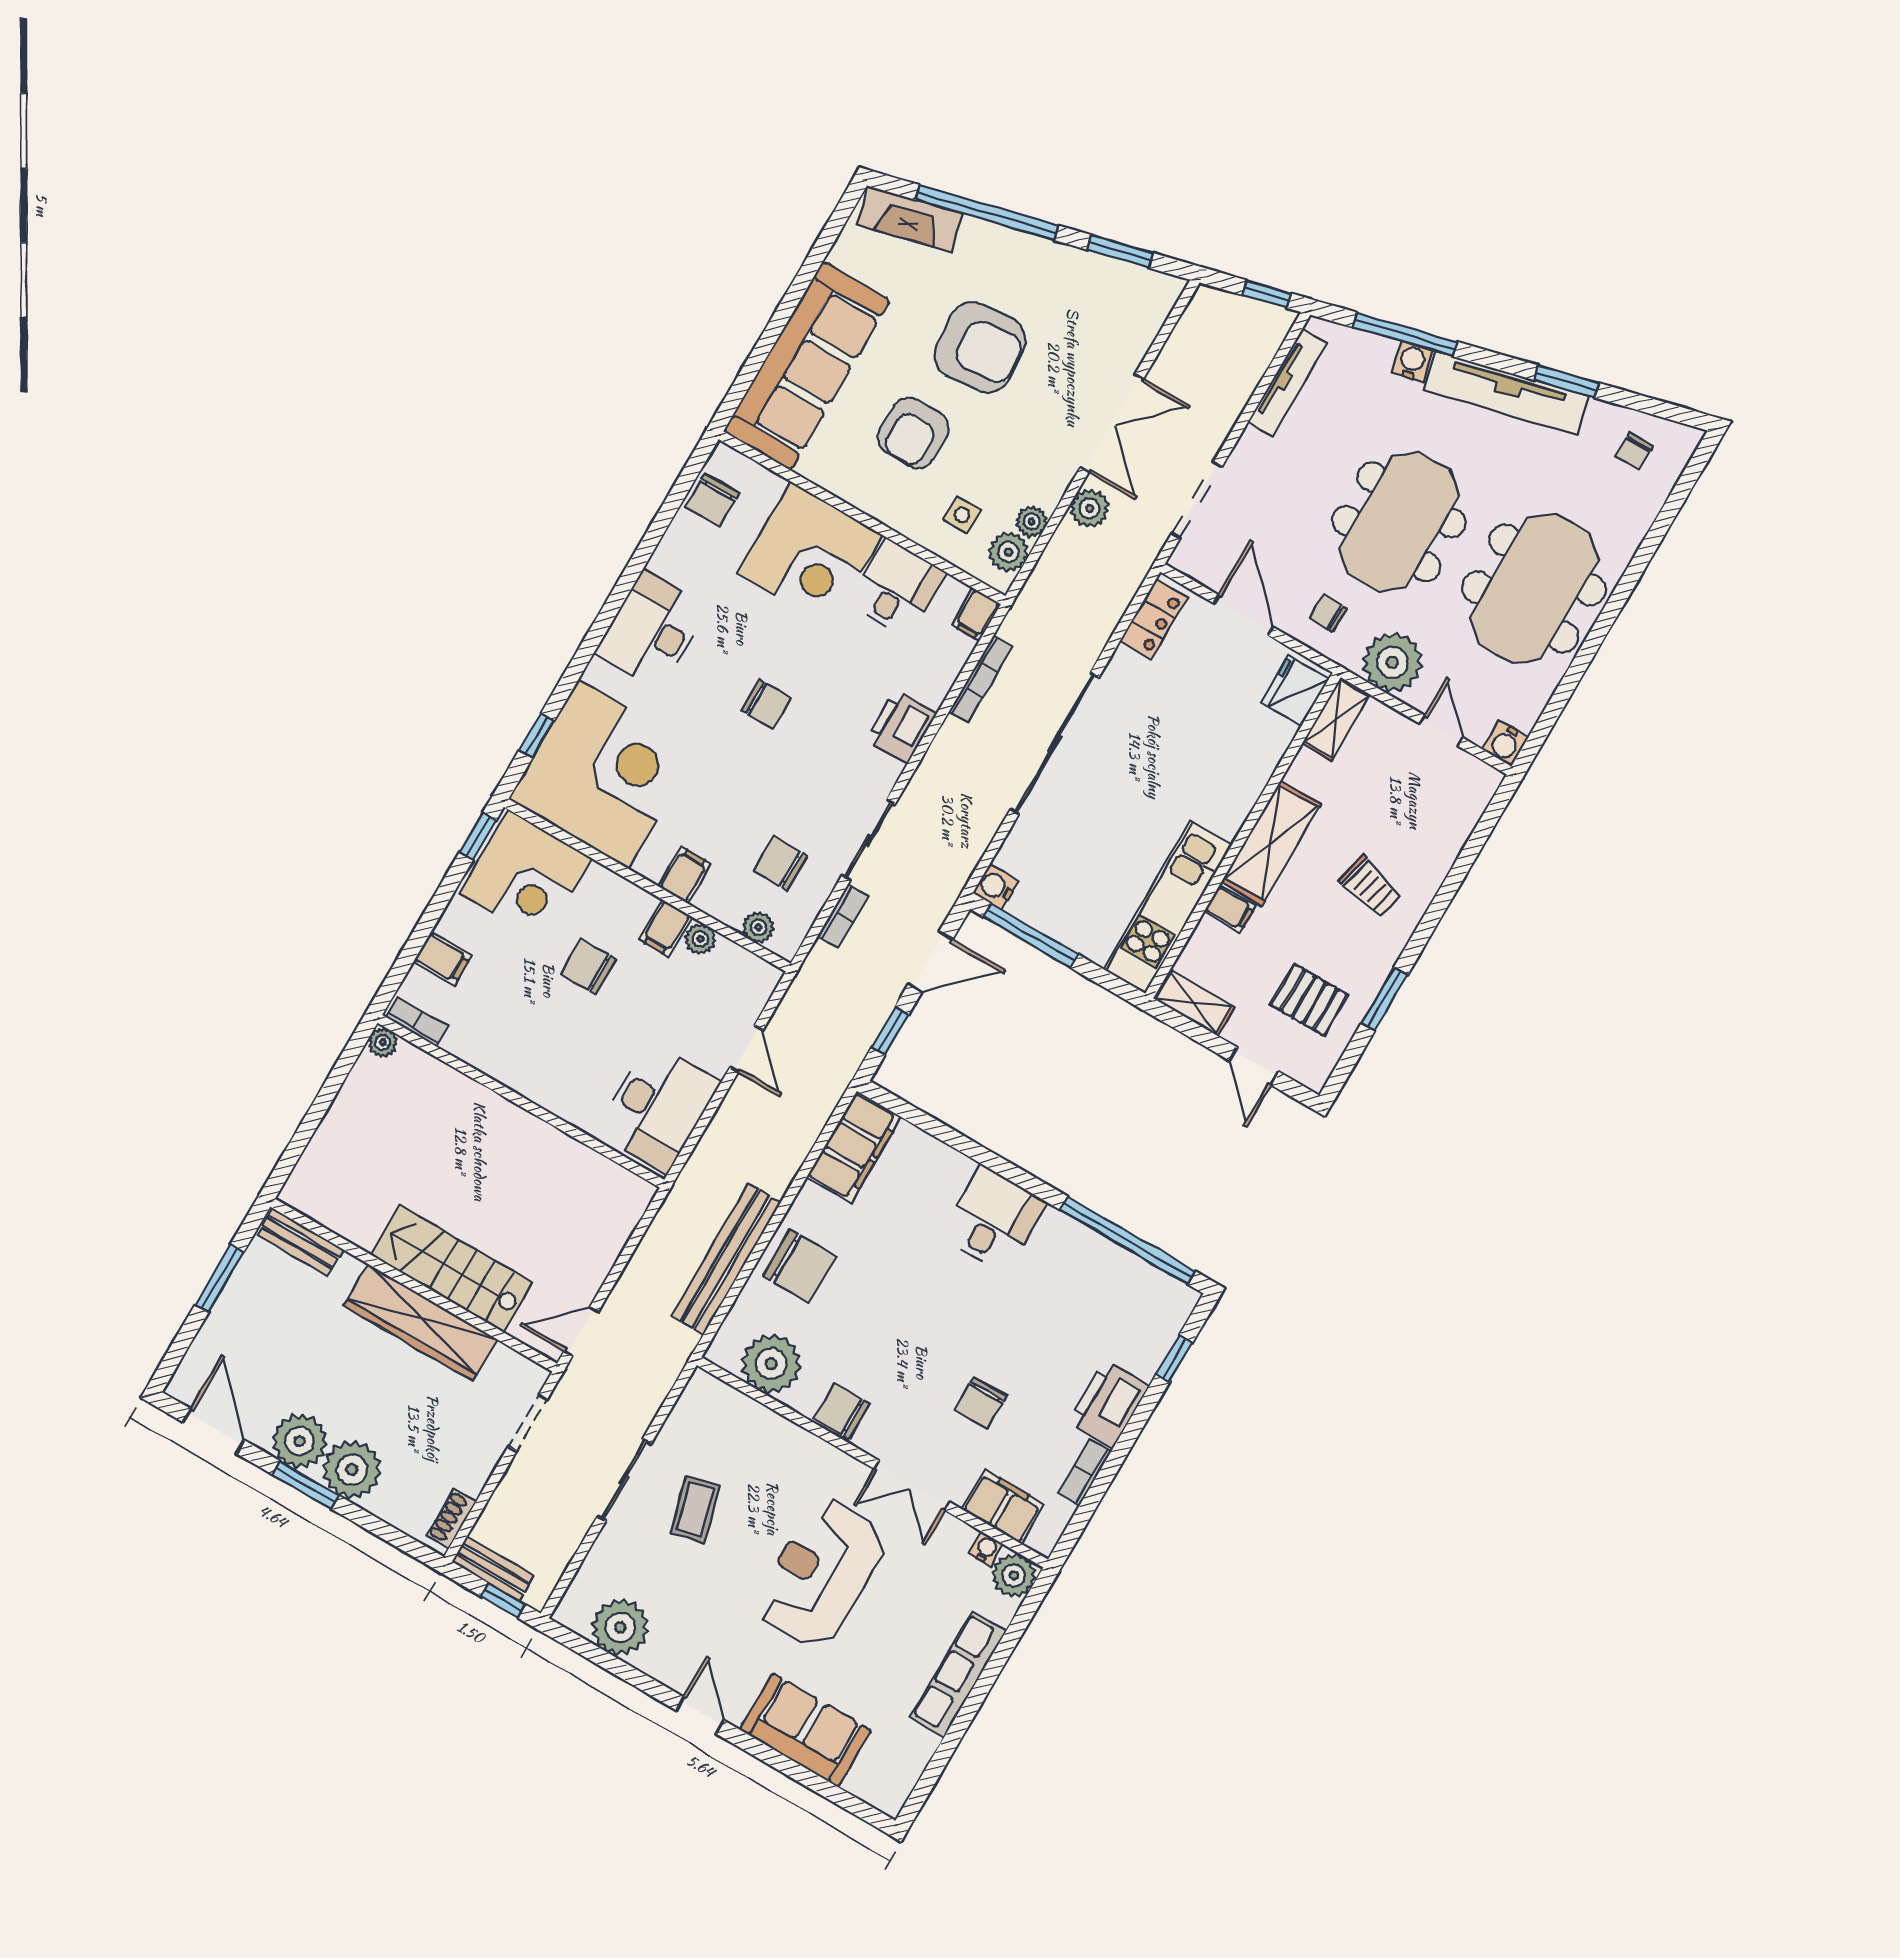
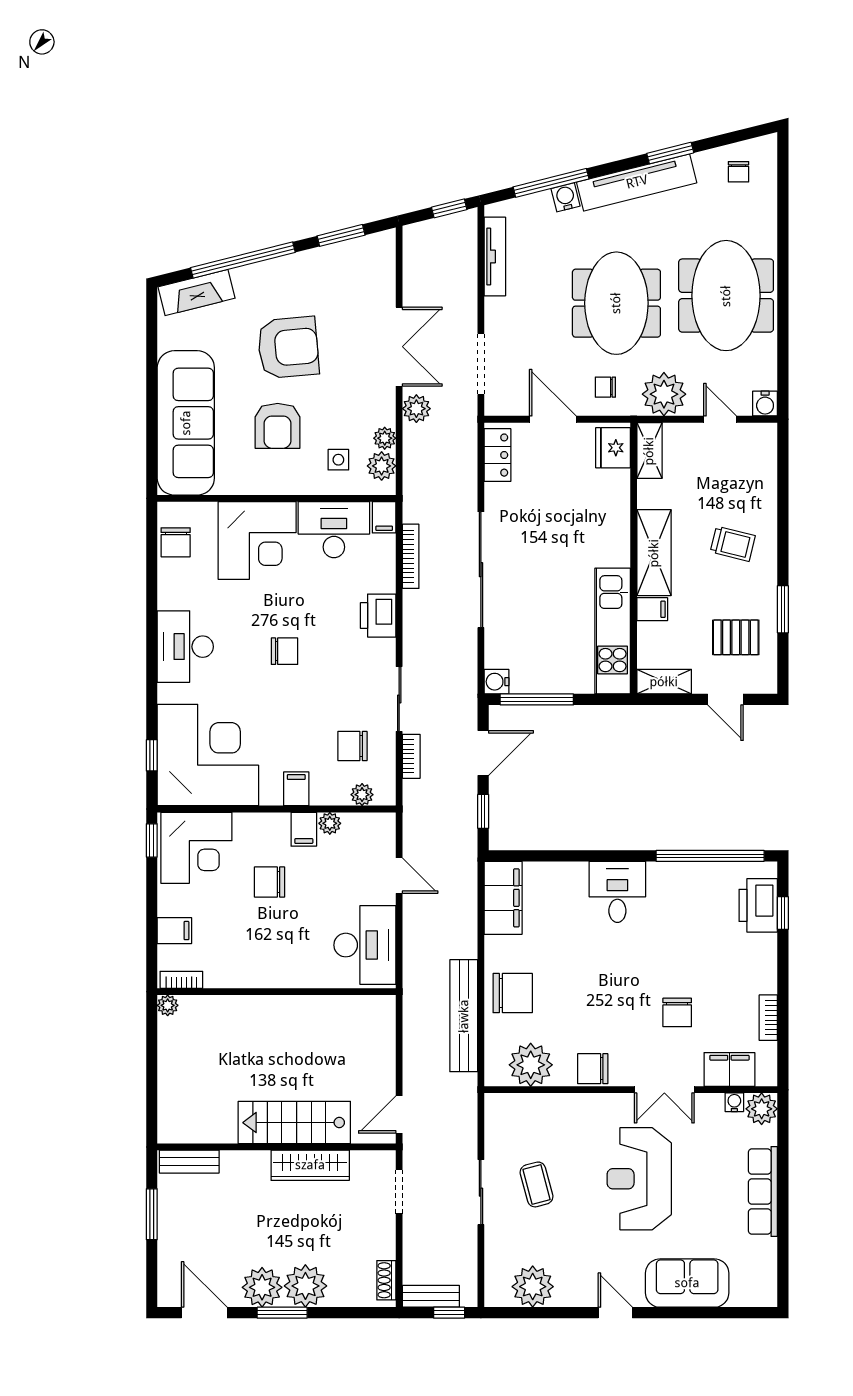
desk: (897, 588) -> (334, 530), width x1.37
wardrobe: (420, 1322) -> (310, 1165), width x0.71, depth x0.85
printer: (1109, 1404) -> (758, 905), moved

